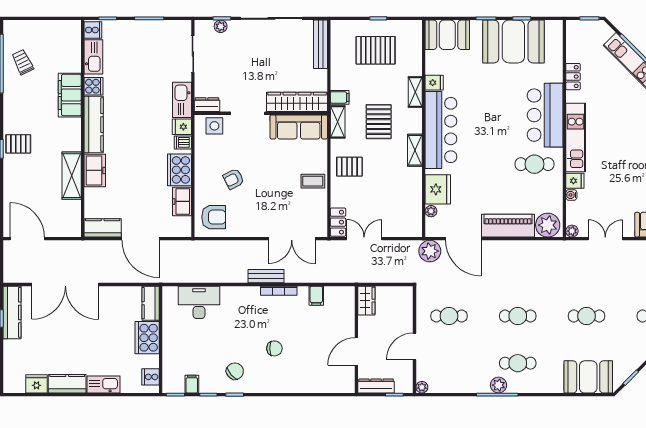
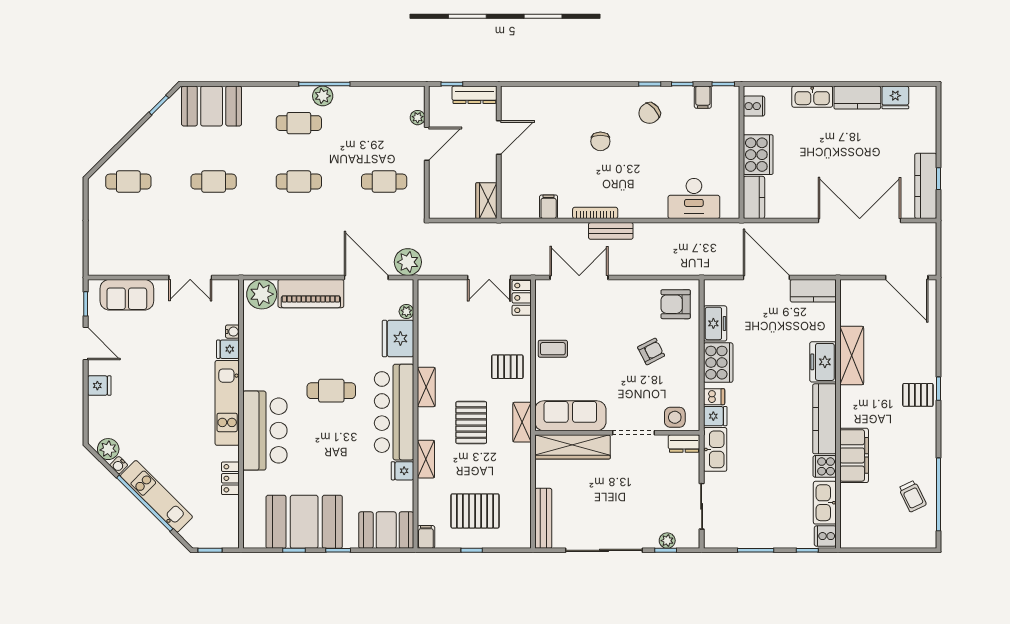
filing cabinet: (340, 97) -> (426, 537), moved, turned 90
cafe table: (534, 164) -> (331, 391), moved
plant: (572, 231) -> (232, 287), removed
chair: (274, 348) -> (600, 141), turned -90
plant: (422, 387) -> (418, 118), moved

